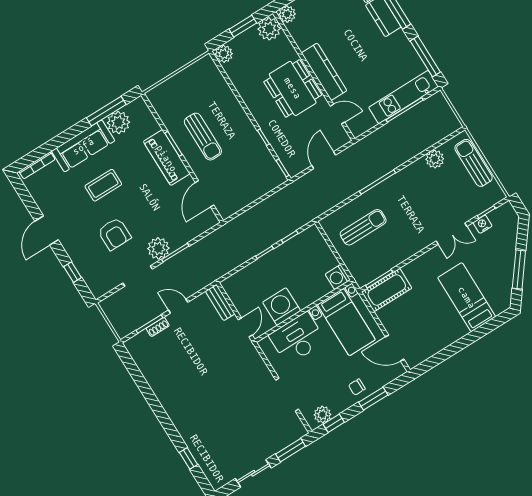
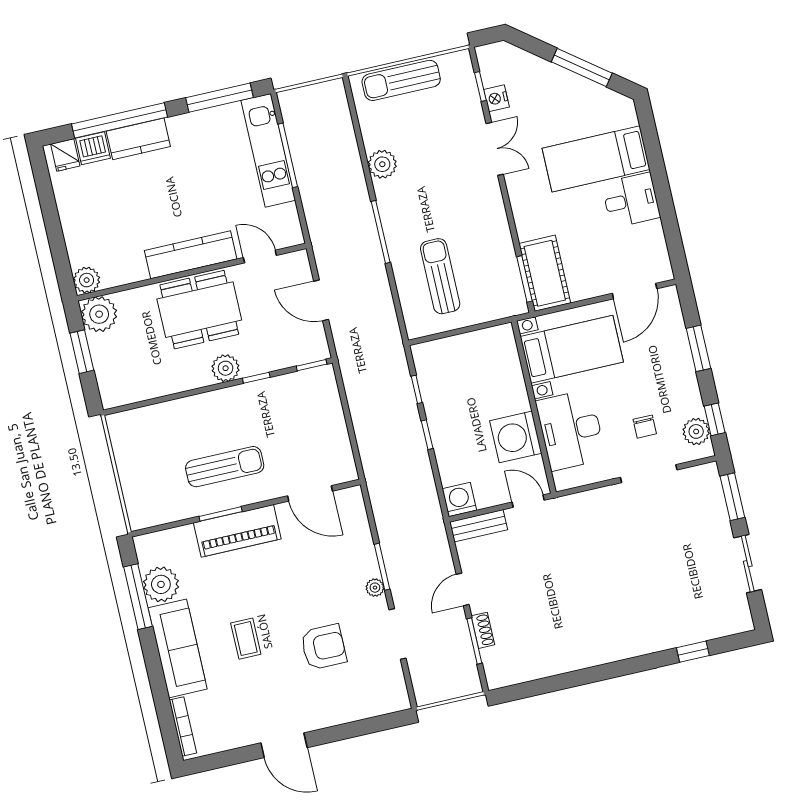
plant: (224, 54) -> (226, 368), moved
door: (338, 114) -> (260, 256), hinge flipped
plant: (435, 159) -> (382, 164), moved
coffee table: (103, 185) -> (246, 639), width x0.73, depth x0.77
plant: (158, 248) -> (375, 588), width x0.53, depth x0.53
window: (73, 272) -> (359, 728), removed
washing machine: (338, 277) -> (459, 500), moved, turned 180
desk: (449, 327) -> (631, 200), added
chair: (357, 387) -> (645, 427), moved

